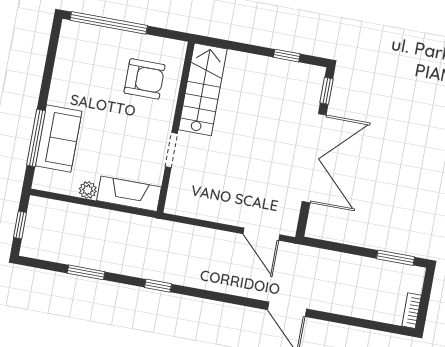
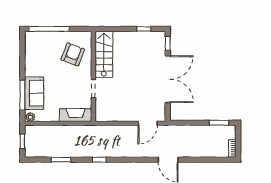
armchair: (145, 79) -> (73, 54), turned -69
plant: (88, 190) -> (30, 117), moved
door: (261, 234) -> (148, 123), hinge flipped

